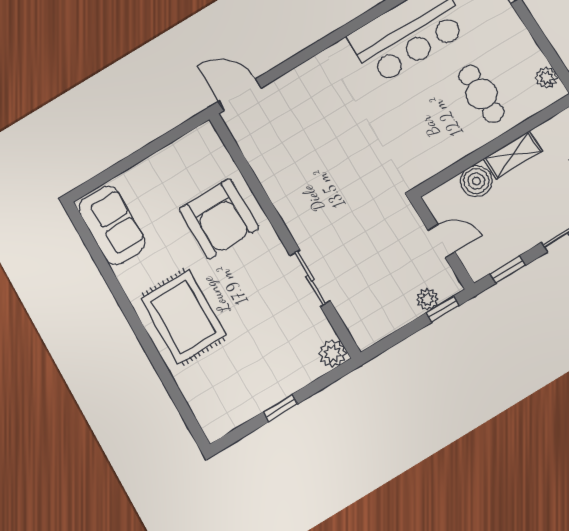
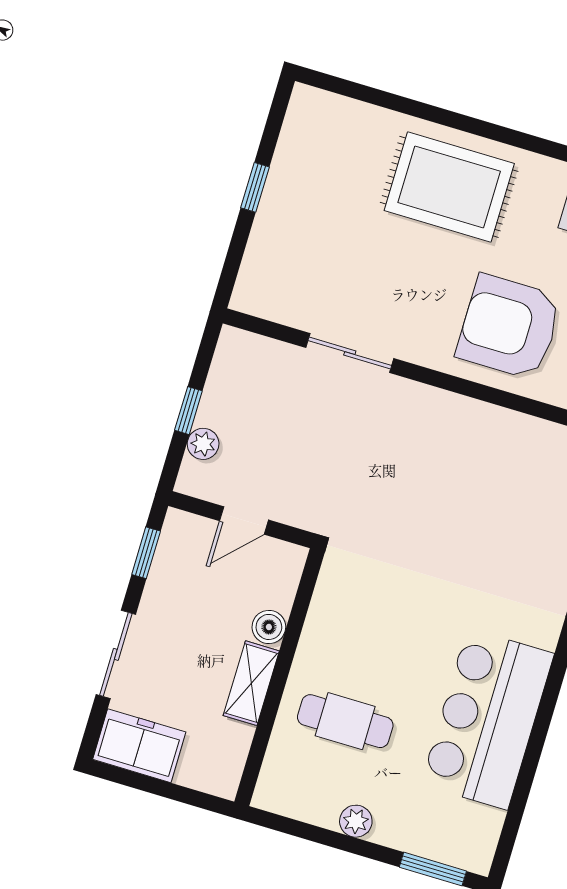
plant: (546, 78) -> (356, 821), moved
boiler: (476, 181) -> (269, 627), width x0.73, depth x0.73
window: (443, 309) -> (188, 411), moved
plant: (332, 354) -> (252, 295), removed

